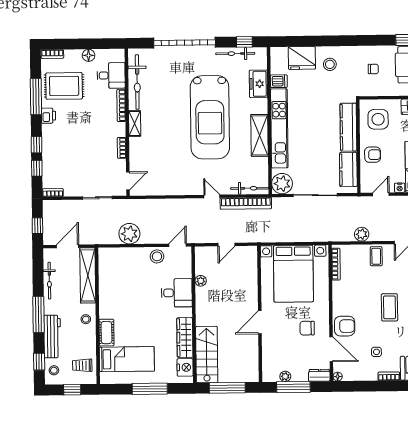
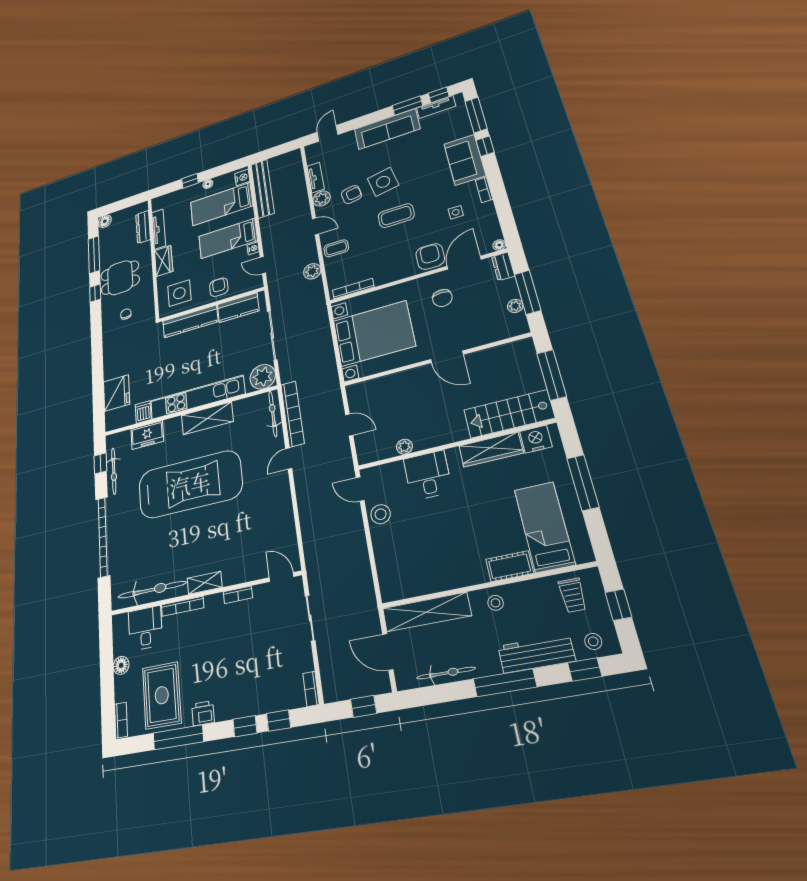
stool: (330, 64) -> (122, 361), removed
plant: (129, 234) -> (355, 560), removed

